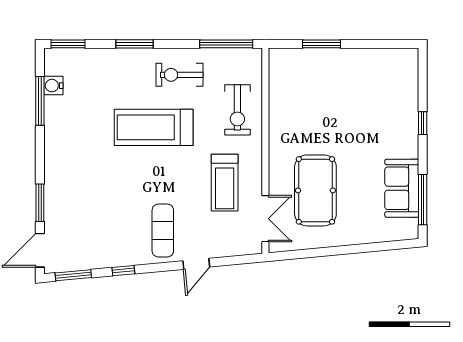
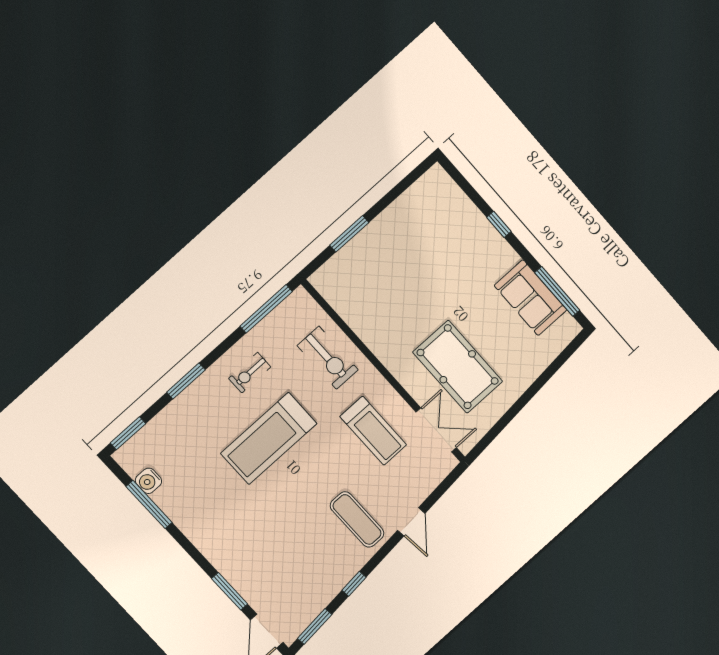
exercise bike: (179, 75) -> (250, 373), width x0.73, depth x0.72

